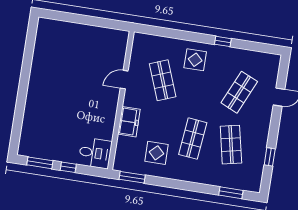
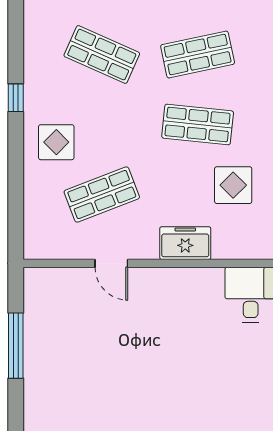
window: (87, 20) -> (16, 346), added

